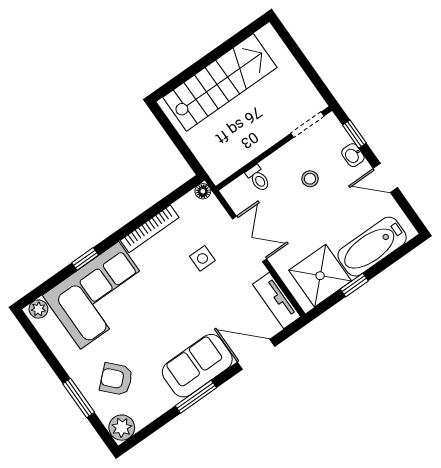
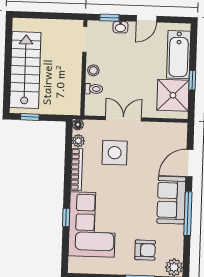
window: (170, 129) -> (30, 117), added
stool: (310, 179) -> (93, 70), moved
side table: (202, 258) -> (115, 153), width x1.87, depth x1.87
tv unit: (277, 301) -> (169, 129), removed
plant: (38, 309) -> (78, 141), moved
armchair: (116, 379) -> (145, 250), turned -137
window: (196, 397) -> (188, 214), width x1.44

